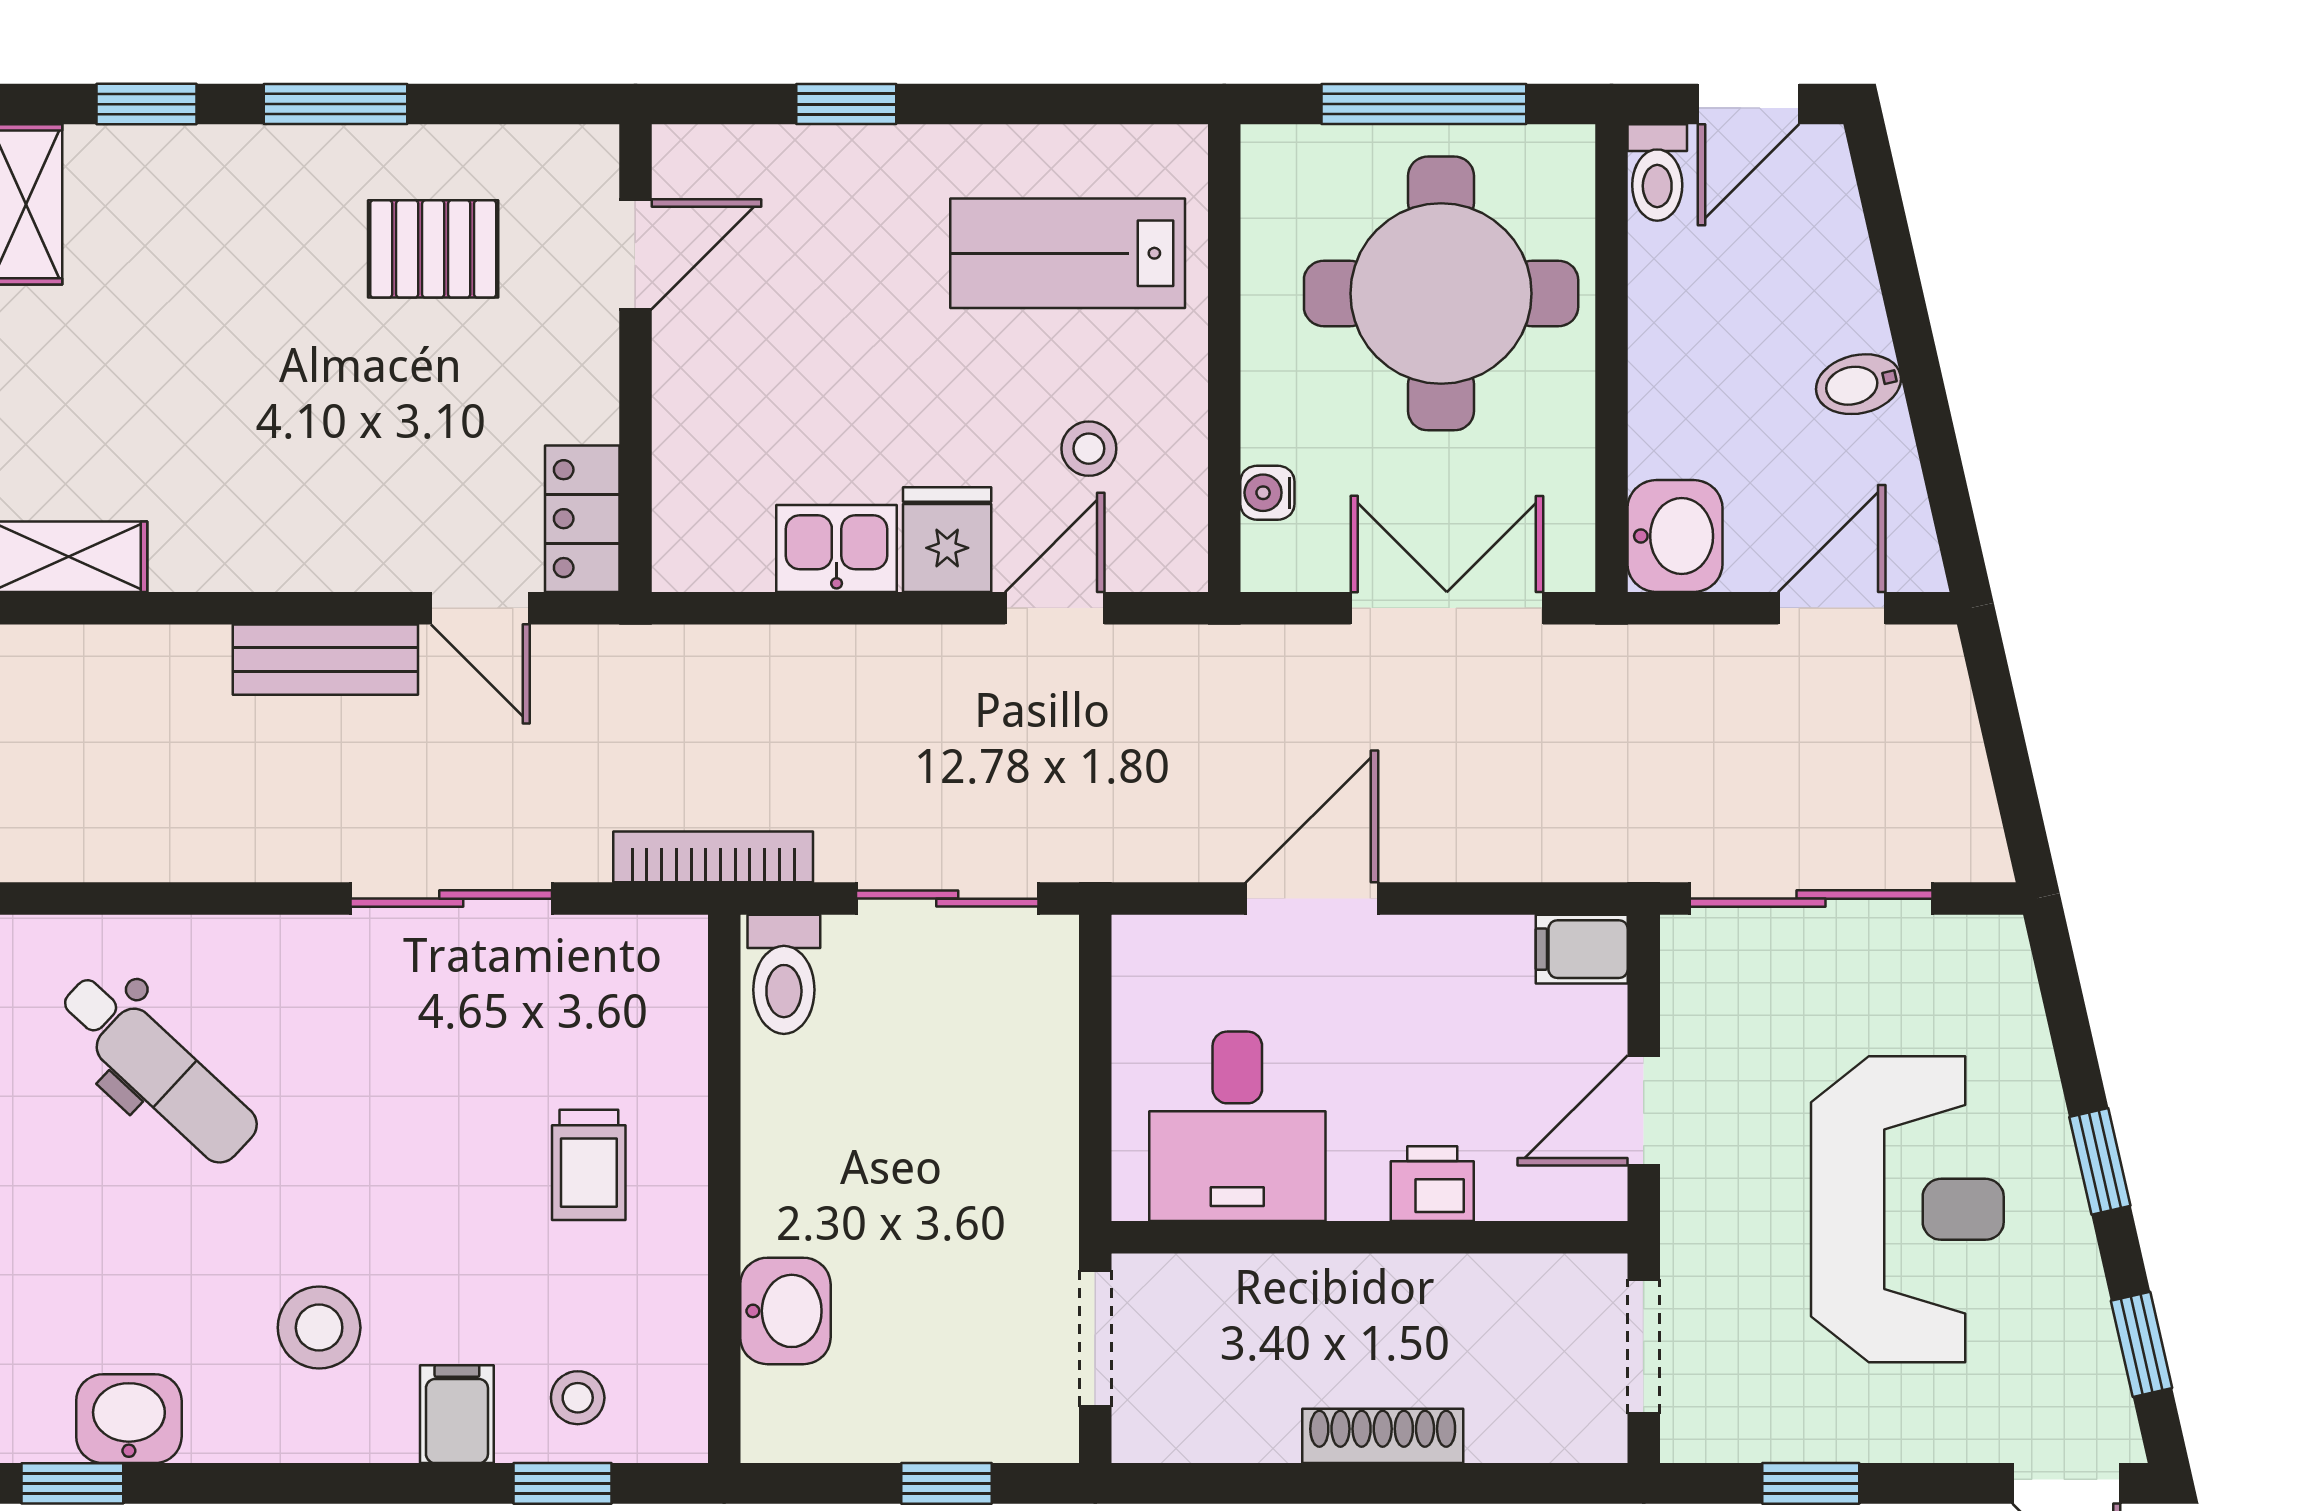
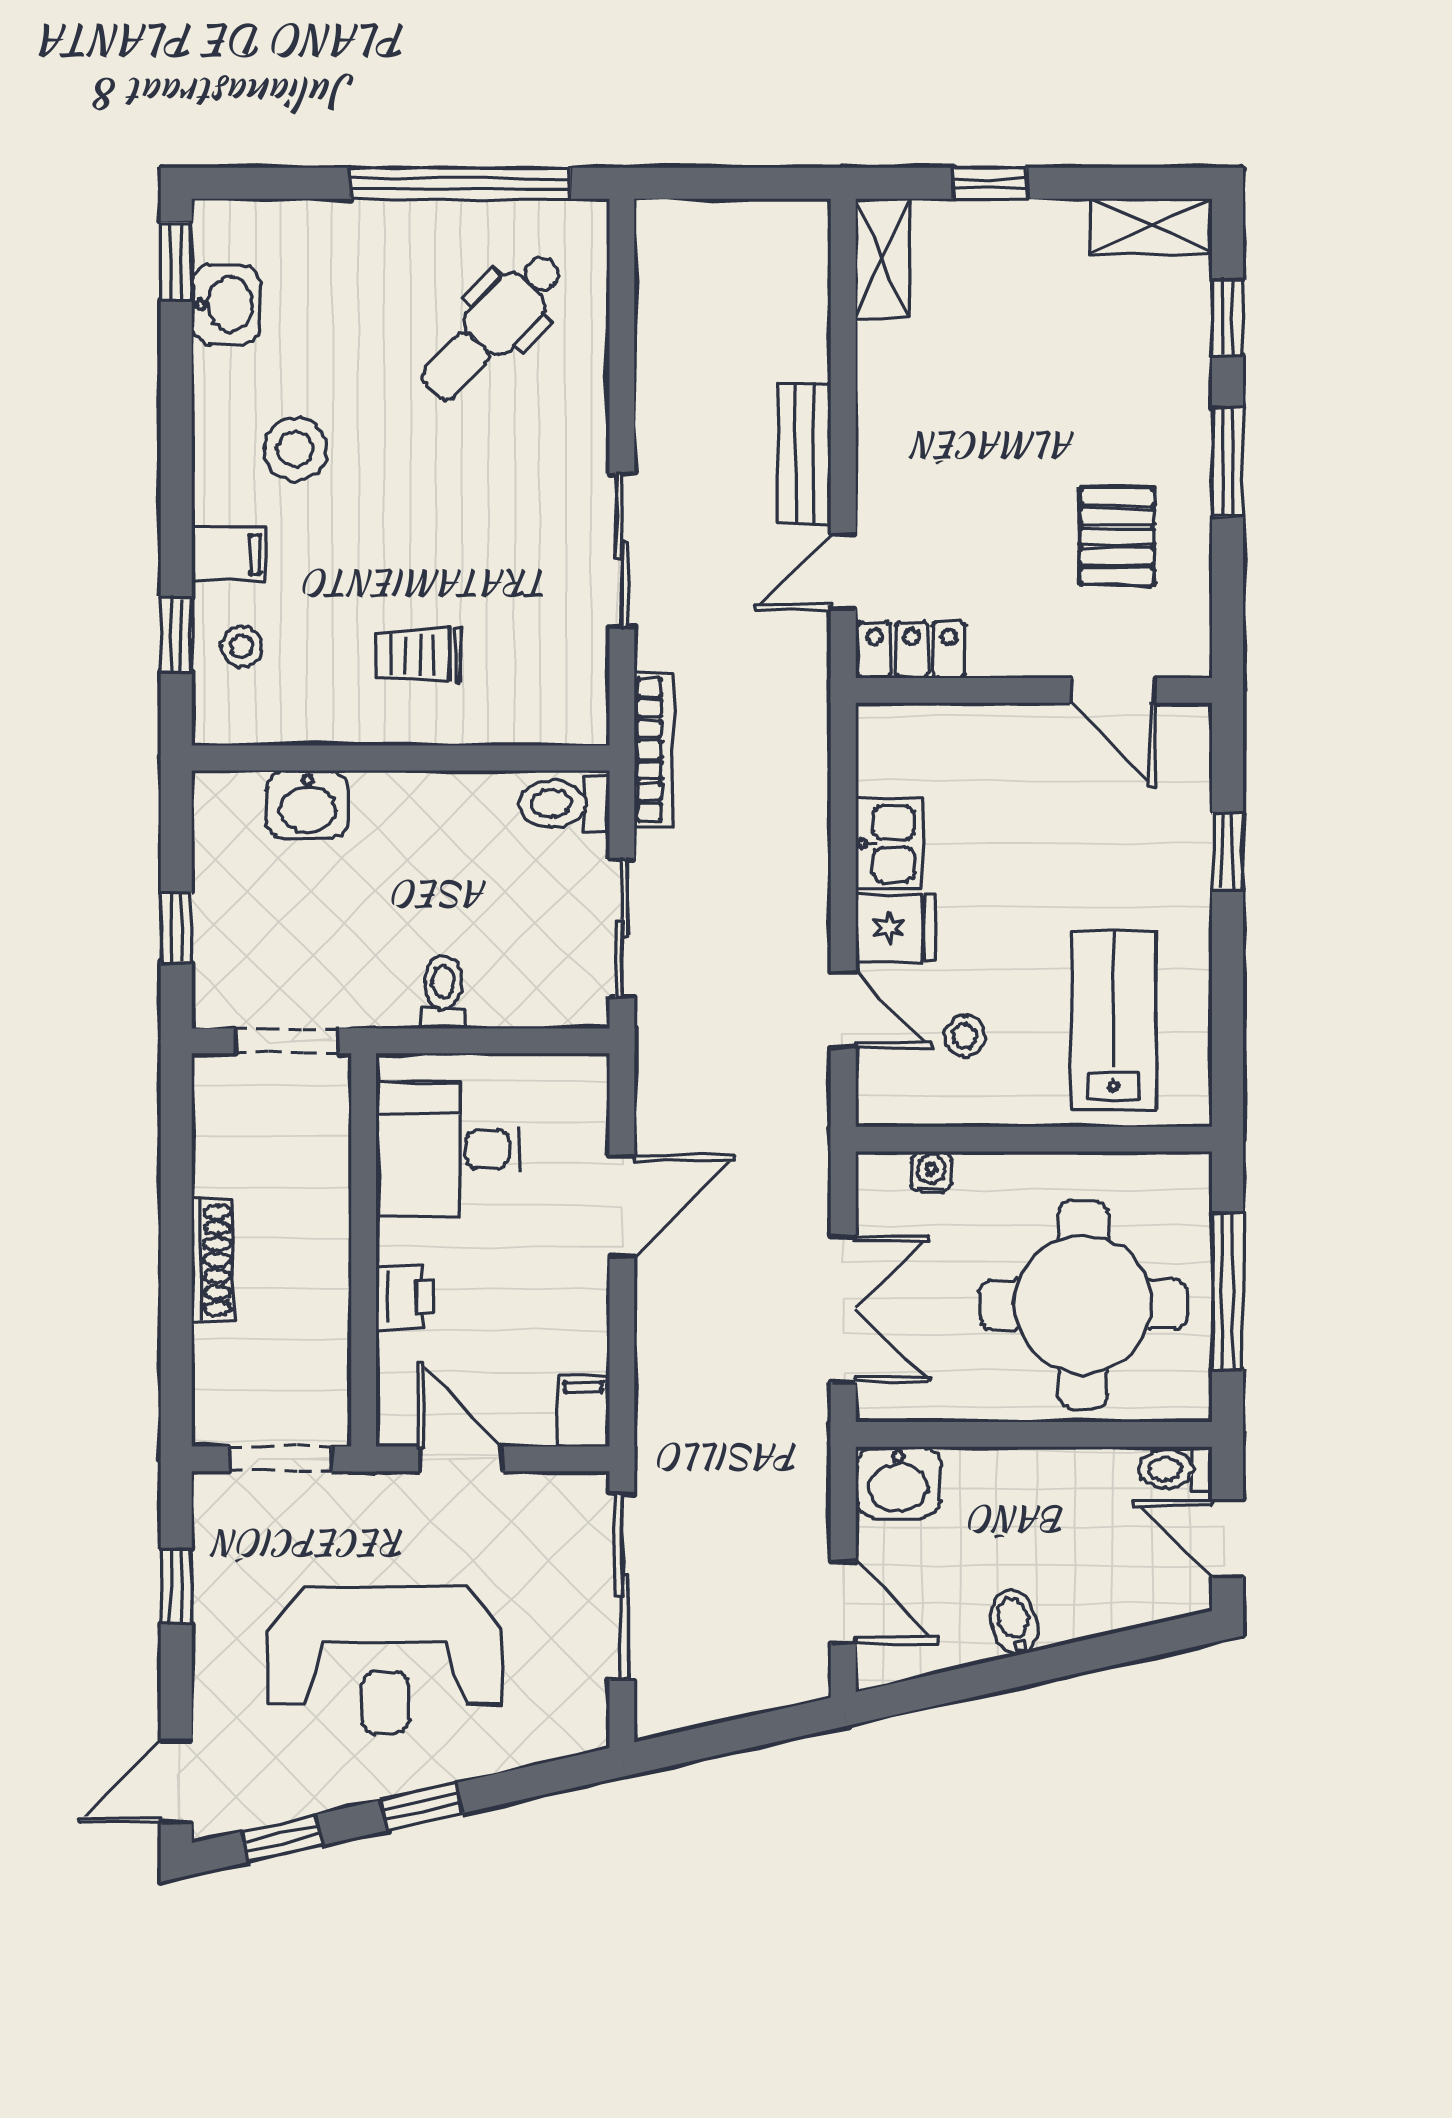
door: (1312, 899) -> (622, 1206), hinge flipped
toilet: (1031, 1133) -> (443, 992), added

